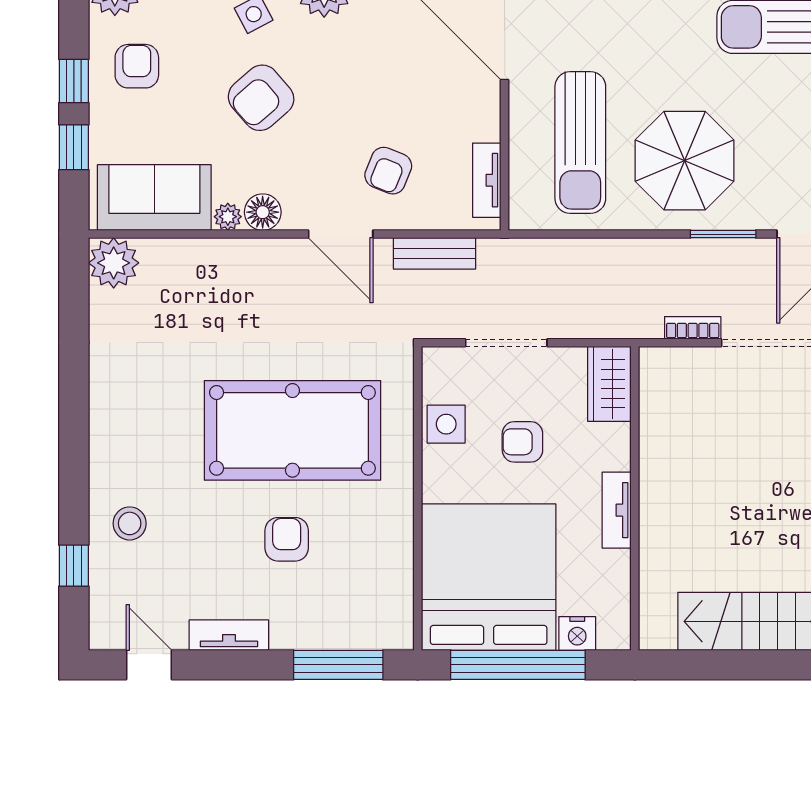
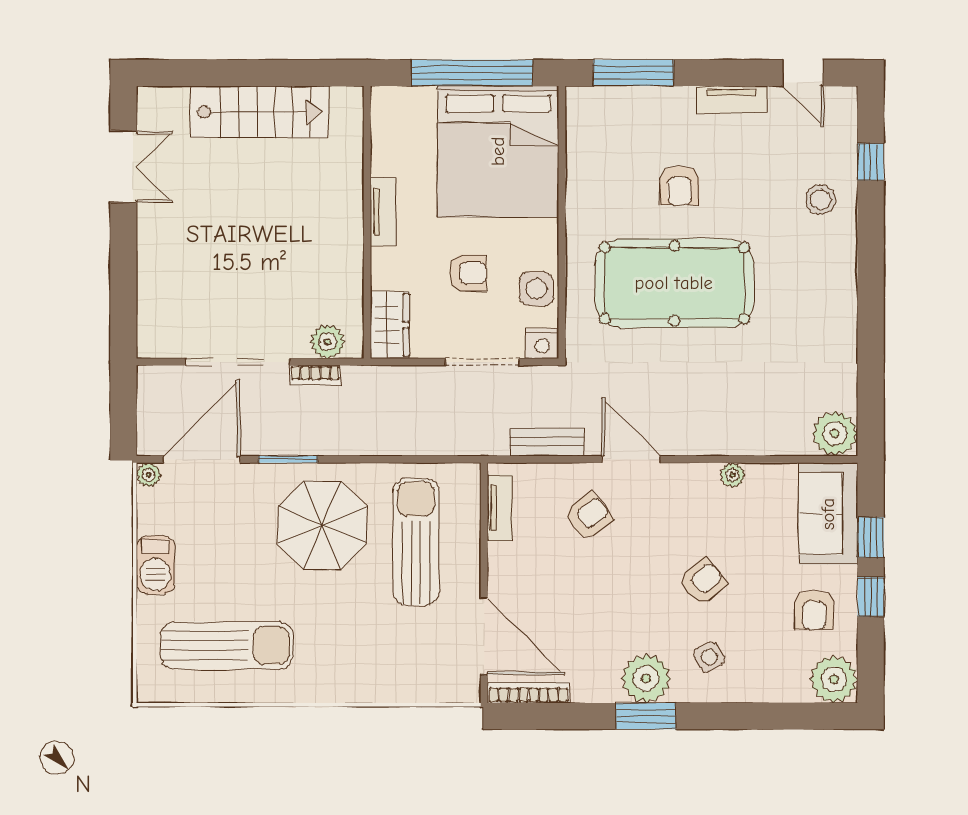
armchair: (261, 98) -> (703, 582), width x0.72, depth x0.72
armchair: (388, 171) -> (588, 516), turned 30
sofa: (154, 198) -> (828, 514), moved, turned 90
floor lamp: (263, 212) -> (701, 479), removed
plant: (679, 365) -> (328, 342), added
nightstand: (577, 633) -> (542, 344), moved, turned 180

